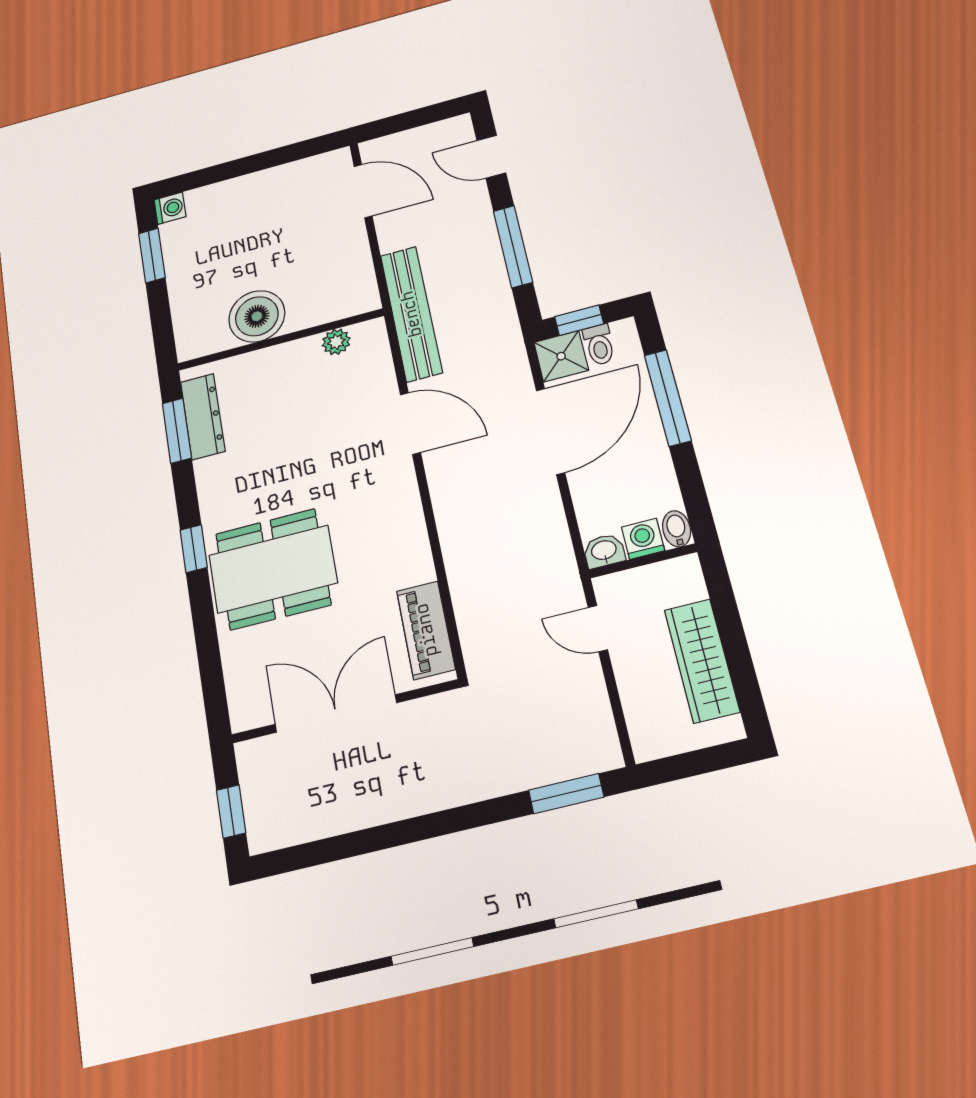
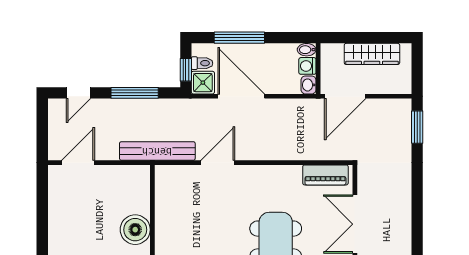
plant: (336, 342) -> (162, 191), removed
door: (598, 628) -> (345, 96), width x1.87

